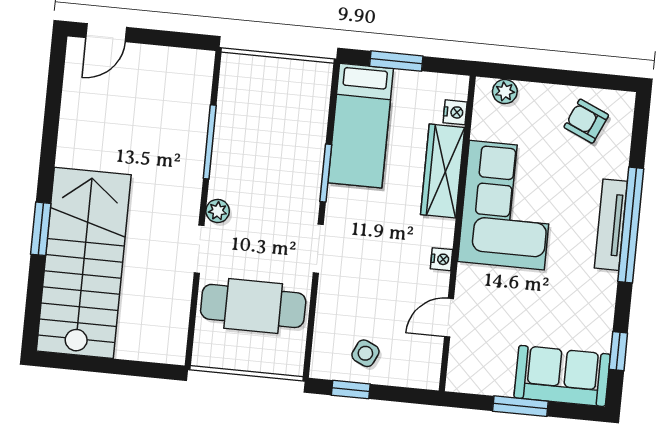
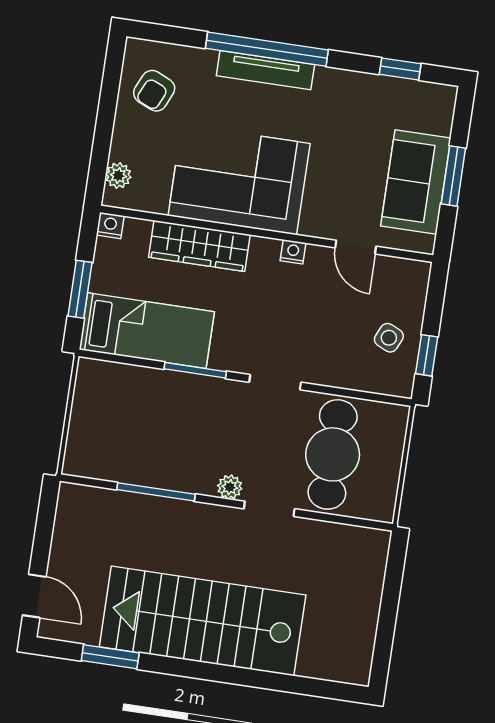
nightstand: (455, 112) -> (110, 225), moved
window: (41, 229) -> (110, 657), moved
stairs: (84, 263) -> (203, 621), moved
sofa: (562, 376) -> (416, 182), moved

